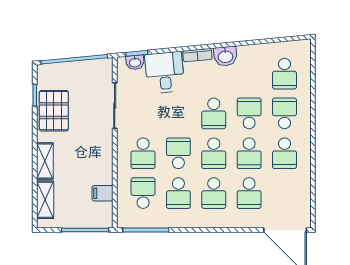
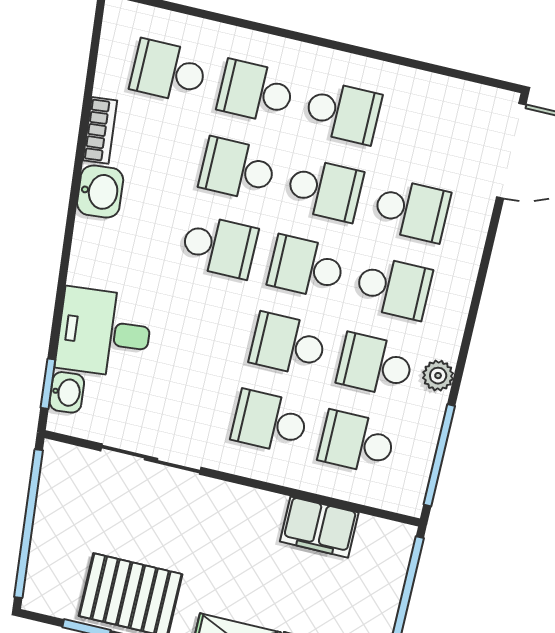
bookcase: (197, 55) -> (100, 130), moved
school desk: (284, 74) -> (169, 71), turned 180
school desk: (143, 153) -> (270, 422), turned 180
school desk: (214, 153) -> (306, 267), turned 180
filing cabinet: (103, 193) -> (319, 527), width x2.00
school desk: (178, 193) -> (375, 365), turned 180
plant: (180, 221) -> (438, 376), added

